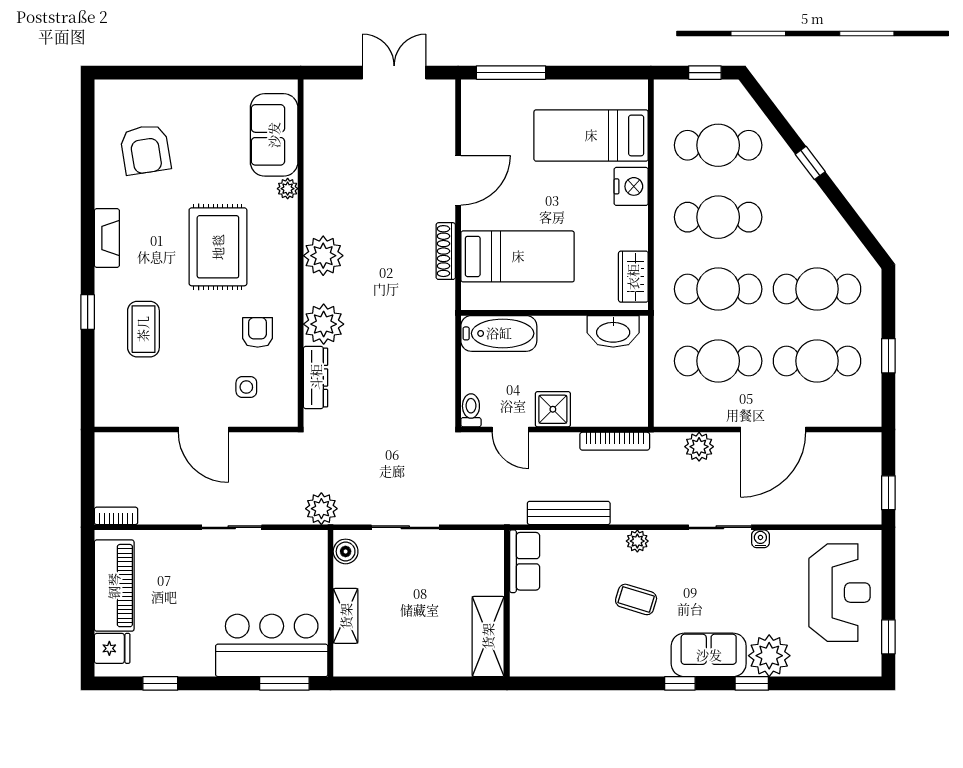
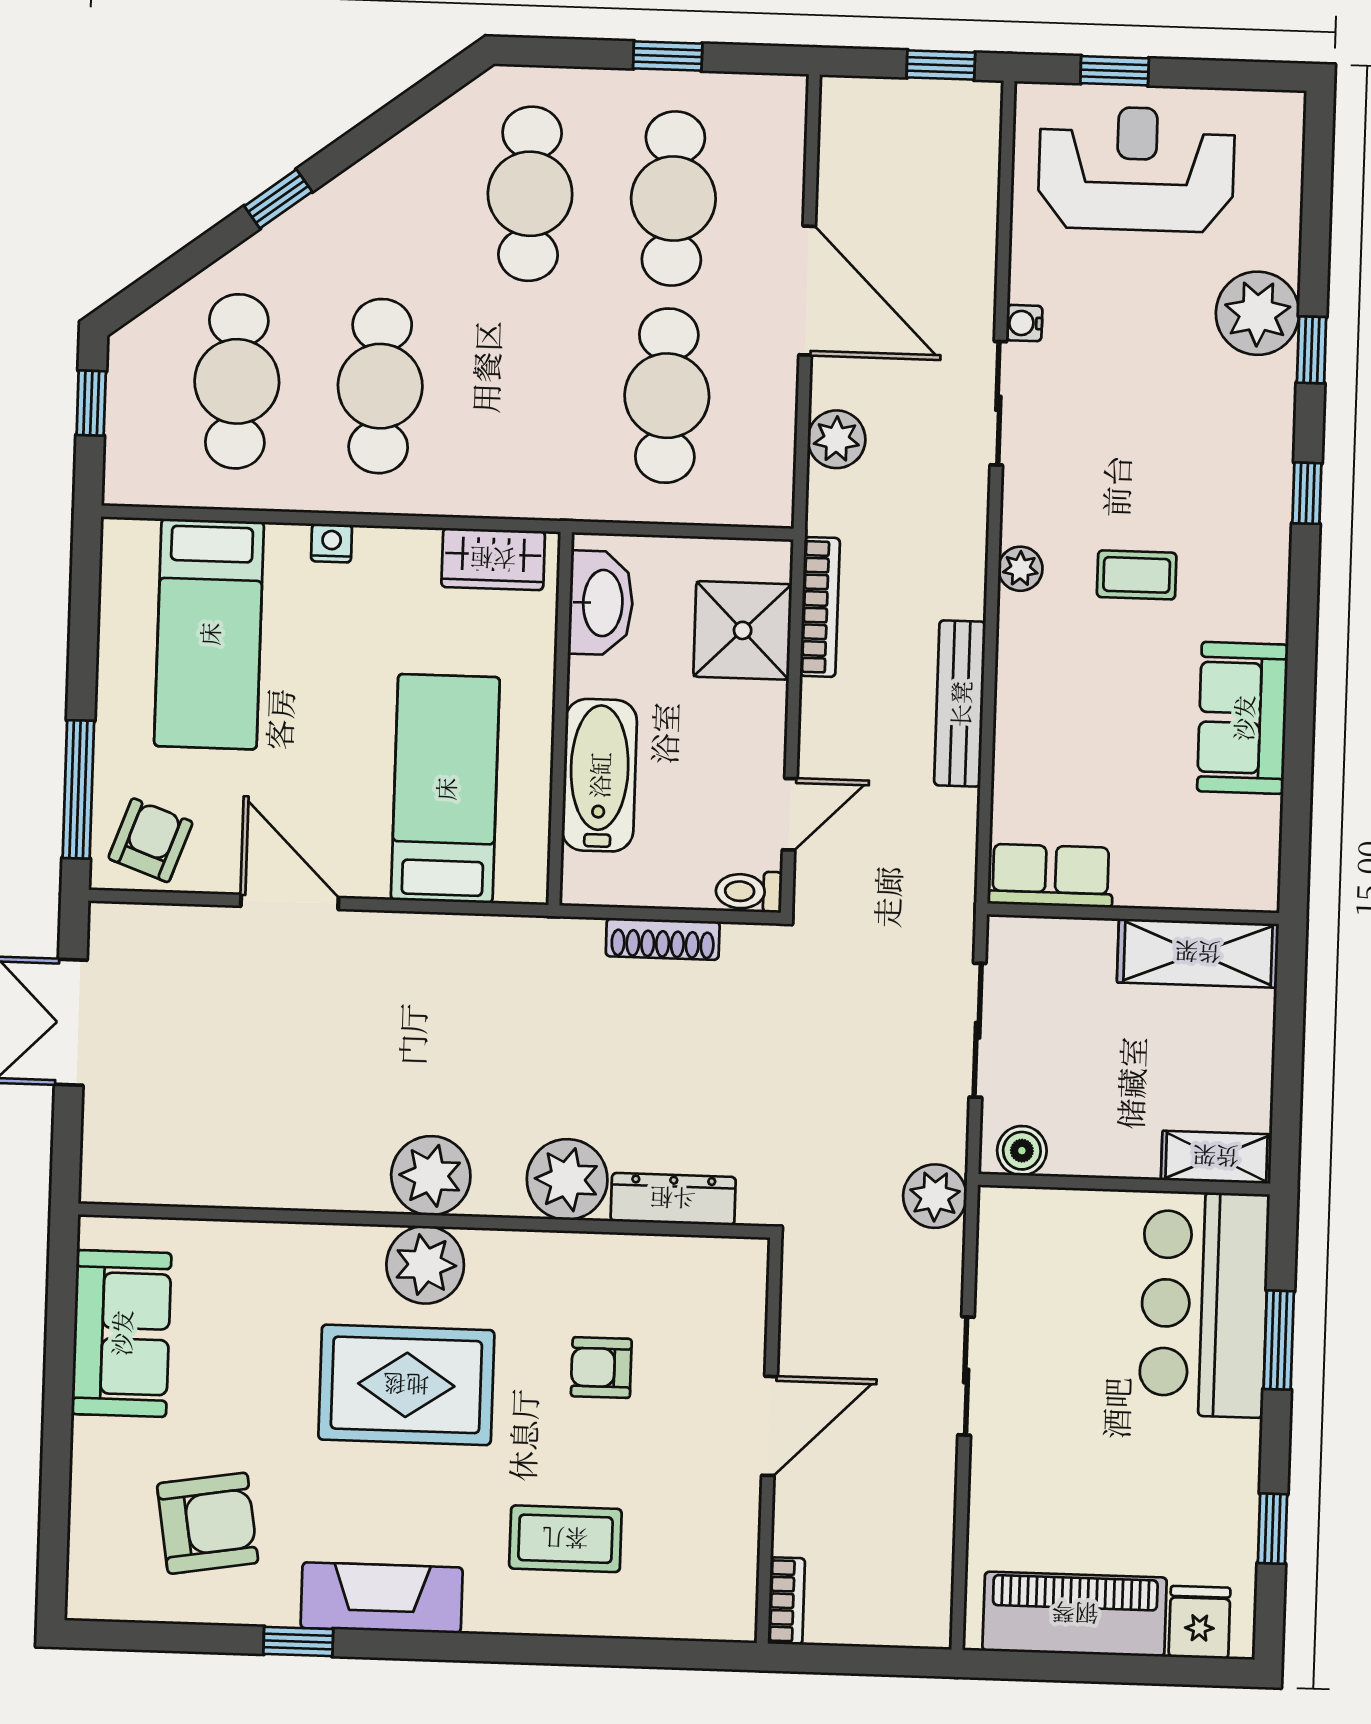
armchair: (487, 110) -> (150, 840), added
sofa: (274, 135) -> (121, 1333), moved, turned -90
nightstand: (631, 186) -> (332, 543), width x0.53, depth x0.56
plant: (288, 189) -> (425, 1265), moved, width x1.88, depth x1.88
fireplace: (107, 238) -> (382, 1598), width x1.37, depth x1.32
shoe rack: (446, 251) -> (663, 939), moved
cafe table: (718, 289) -> (524, 391), removed
window: (88, 312) -> (298, 1641), moved
armchair: (258, 332) -> (601, 1368), moved
bathtub: (499, 333) -> (599, 775), moved
side table: (246, 387) -> (688, 1338), removed
shower: (553, 409) -> (743, 630), moved, width x1.36, depth x1.36
bookcase: (116, 516) -> (786, 1601), moved, turned 180
row of seats: (525, 561) -> (1051, 876), moved
coffee table: (636, 599) -> (1137, 575), turned 73
wall: (507, 603) -> (1133, 914), moved
shelving: (346, 616) -> (1216, 1157), moved
shelving: (488, 636) -> (1198, 953), moved
window: (888, 637) -> (1115, 71), moved
sofa: (709, 655) -> (1243, 718), moved
window: (284, 683) -> (1279, 1340), moved

